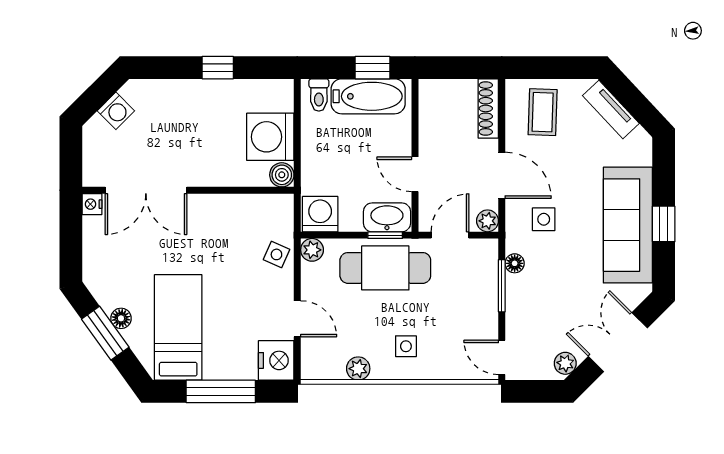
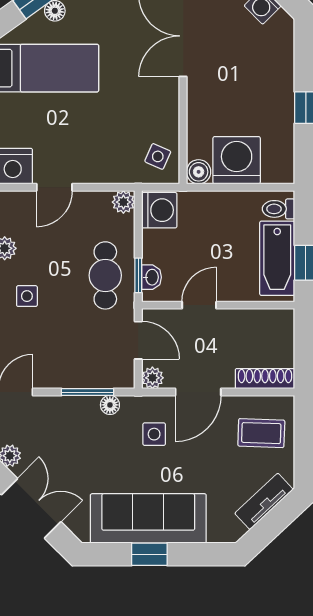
washbasin: (387, 217) -> (152, 277), width x0.52, depth x0.69
side table: (276, 254) -> (158, 156), moved
cafe table: (385, 268) -> (105, 275), width x0.73, depth x0.74

